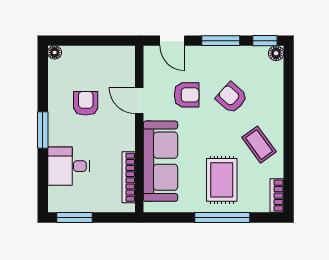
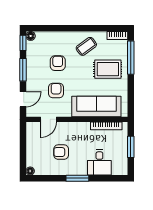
armchair: (232, 98) -> (58, 63), turned 138
door: (139, 101) -> (48, 119), moved
window: (75, 217) -> (131, 147), moved
window: (222, 217) -> (131, 58), moved

